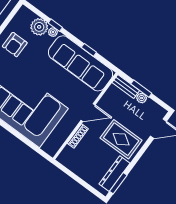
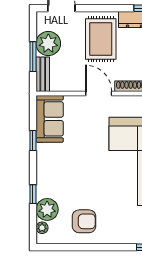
plant: (53, 32) -> (42, 228), moved
sofa: (80, 63) -> (50, 119), width x0.54, depth x0.79
plant: (142, 98) -> (48, 43), width x1.88, depth x1.88

